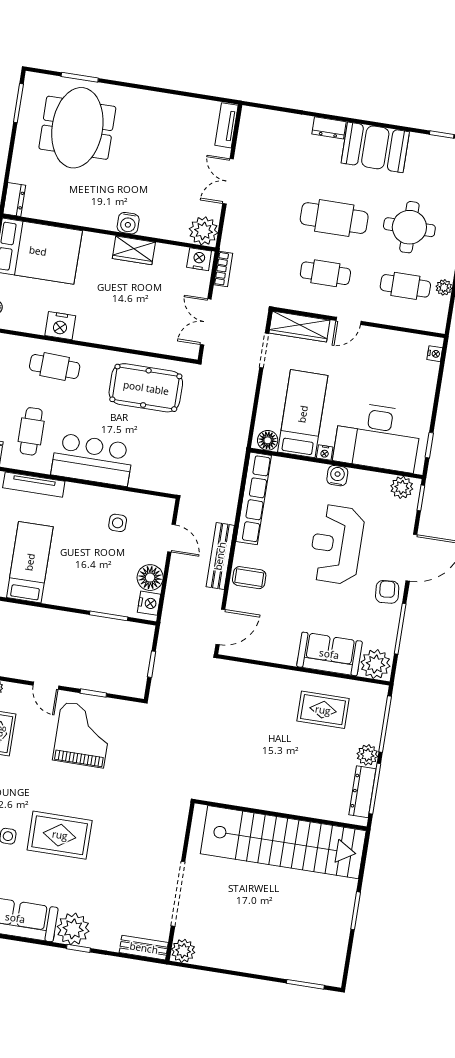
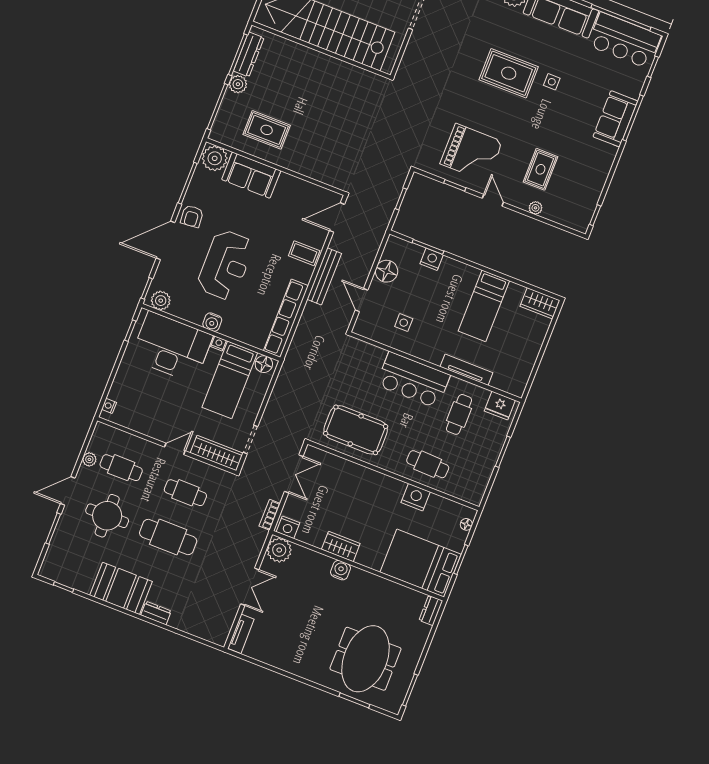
nightstand: (149, 603) -> (432, 259), moved, turned 90
grand piano: (83, 735) -> (471, 153), turned -90

